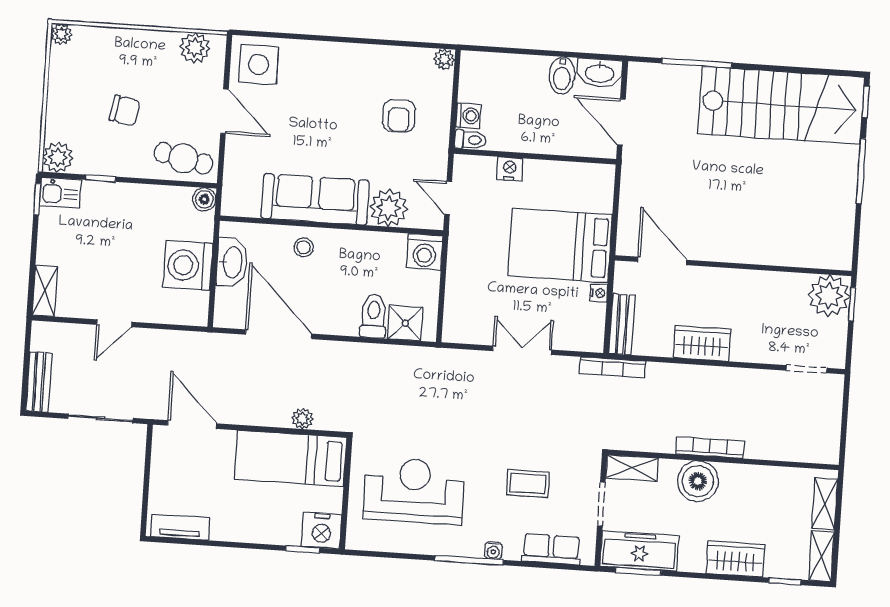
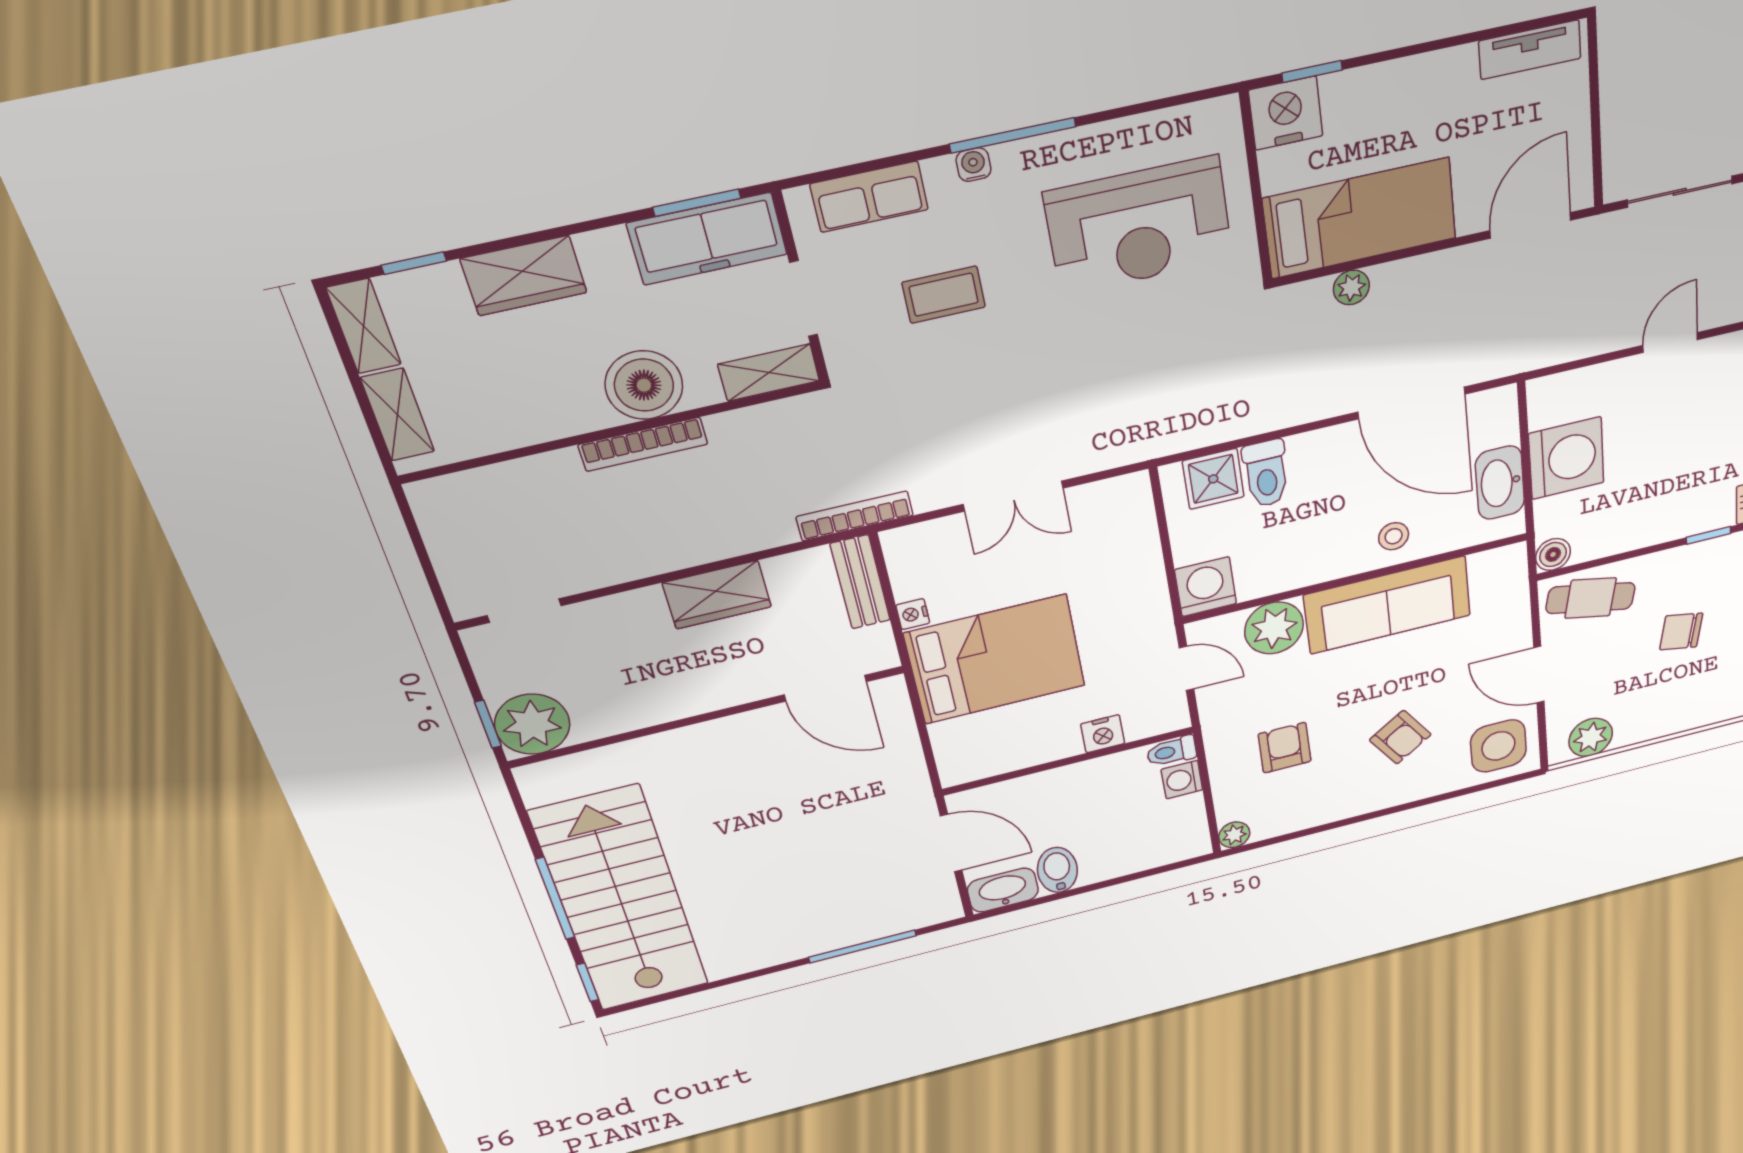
armchair: (323, 96) -> (1400, 737), added
stairs: (781, 105) -> (620, 900), moved, turned 90
door: (192, 425) -> (1530, 225), swing flipped

